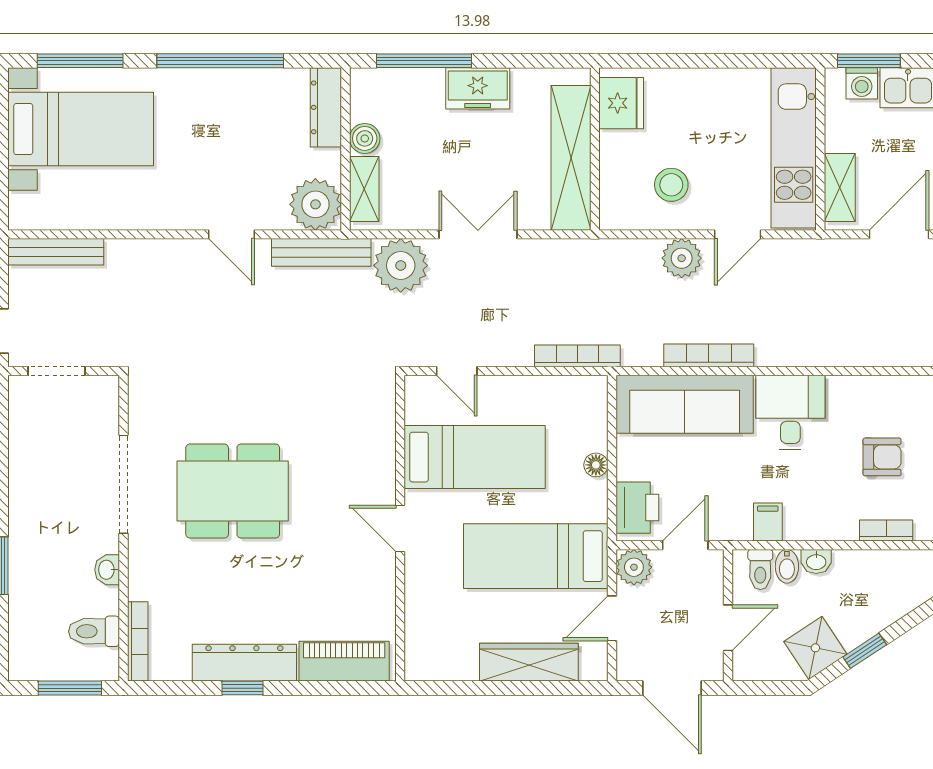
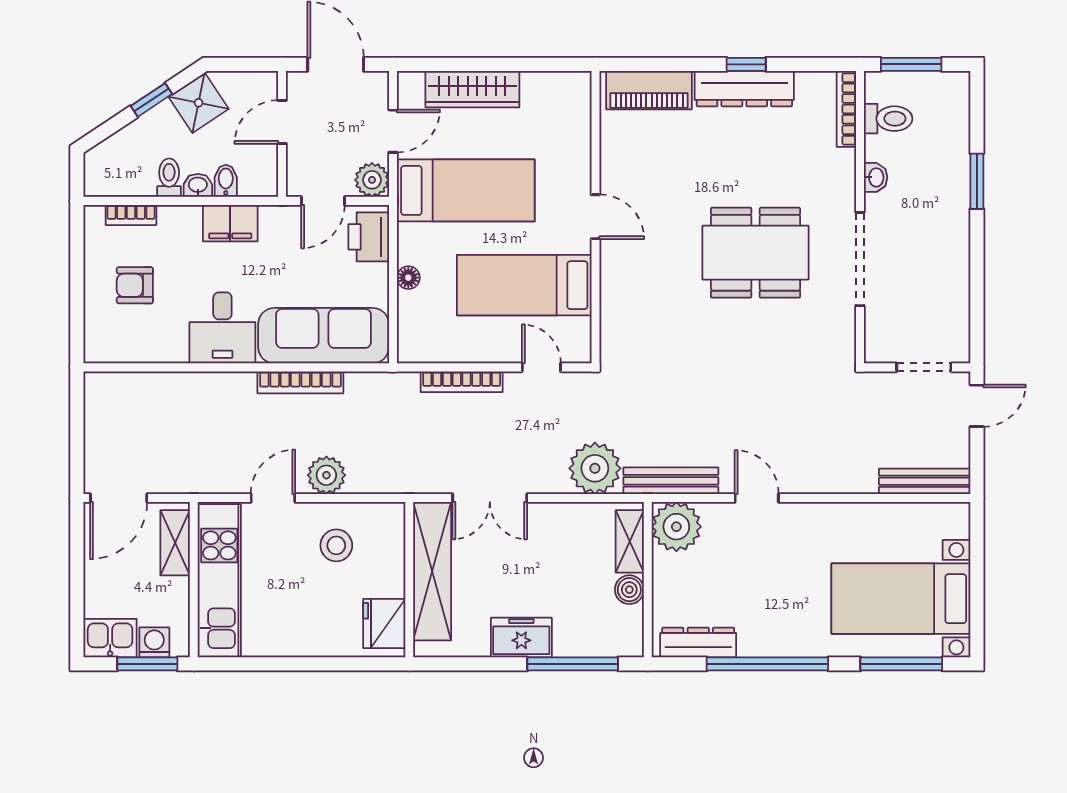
dresser: (326, 107) -> (698, 642), moved, turned -90
double door: (478, 234) -> (490, 498), moved
bookcase: (577, 356) -> (462, 382), moved
filing cabinet: (768, 522) -> (230, 223), width x2.00
toilet: (760, 569) -> (169, 178), moved

